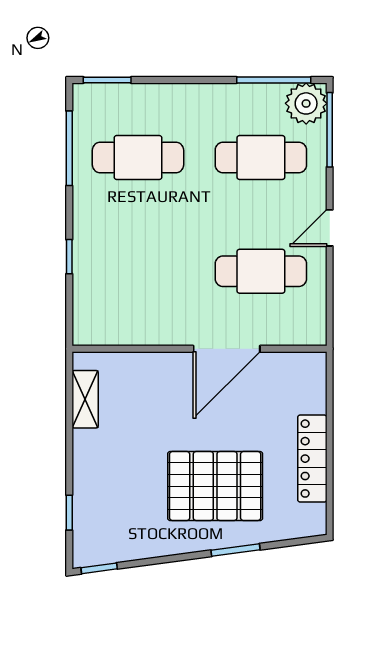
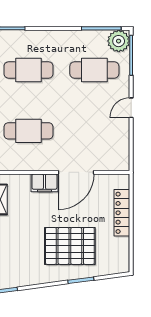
cafe table: (261, 271) -> (29, 131), moved
filing cabinet: (168, 368) -> (44, 183), added
locker: (312, 459) -> (122, 213), moved

